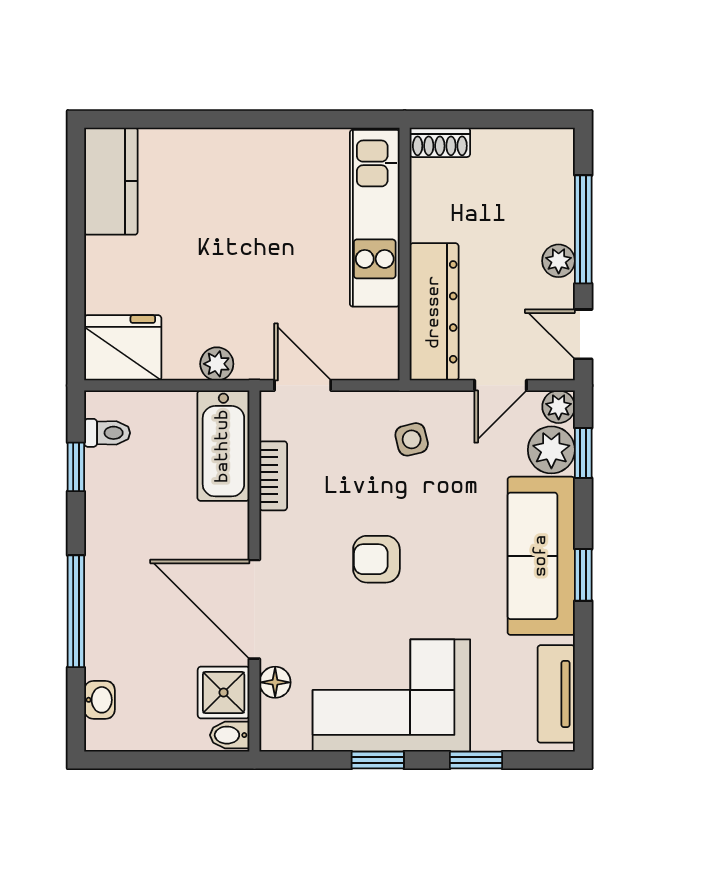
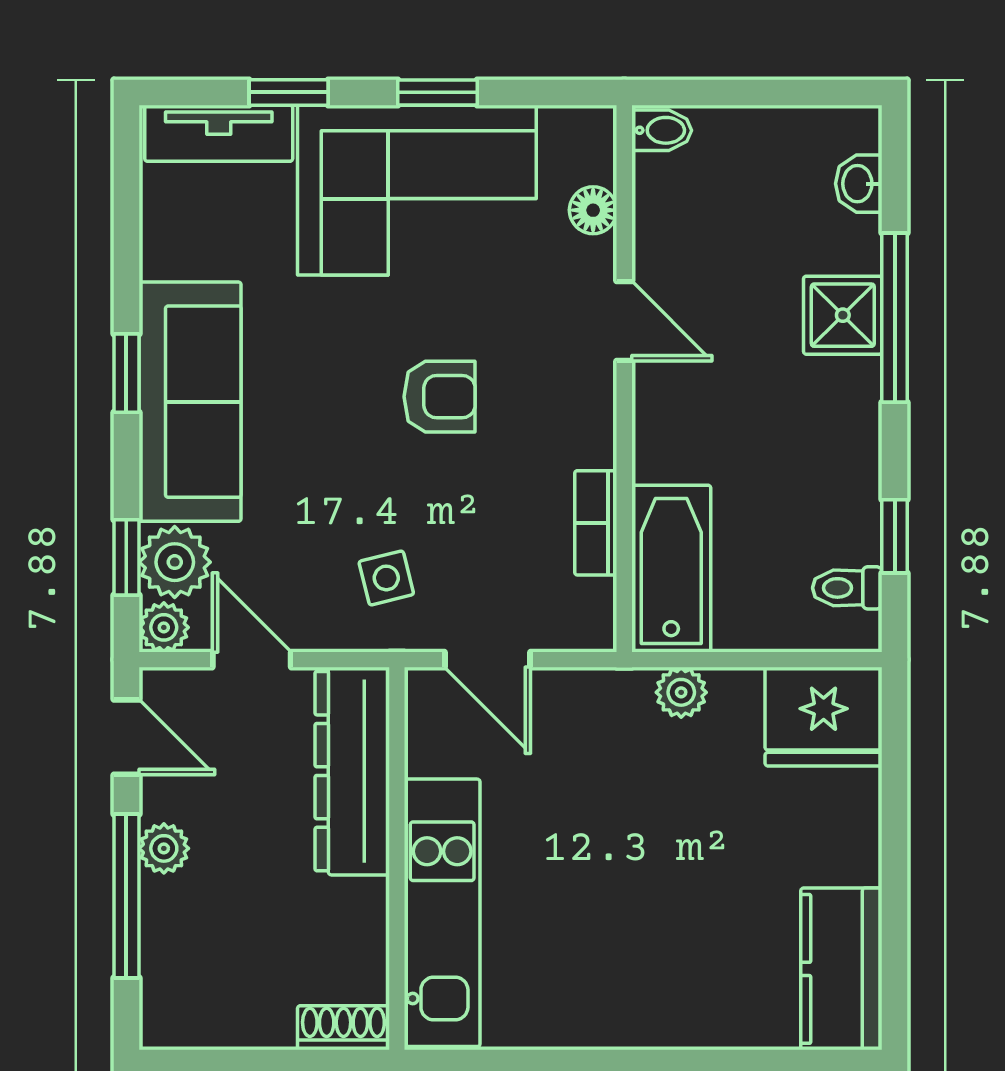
door: (303, 385) -> (488, 660), moved
door: (500, 385) -> (252, 660), hinge flipped
door: (254, 609) -> (624, 321), width x0.53
shower: (224, 692) -> (843, 315), moved
tv unit: (556, 694) -> (219, 133), moved, turned 90

